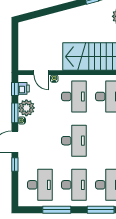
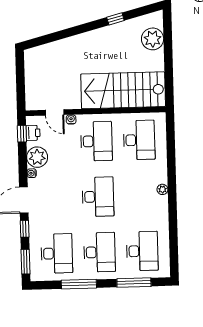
window: (15, 113) -> (26, 262), moved

